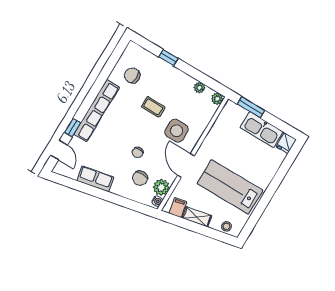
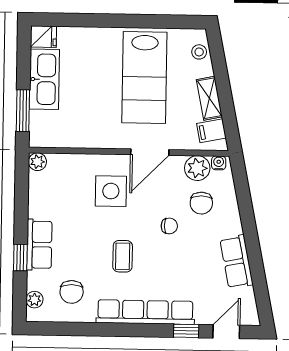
row of seats: (170, 73) -> (39, 245), added
plant: (199, 88) -> (34, 300), moved
coffee table: (153, 107) -> (123, 256), moved
chair: (140, 178) -> (201, 203), turned 90

